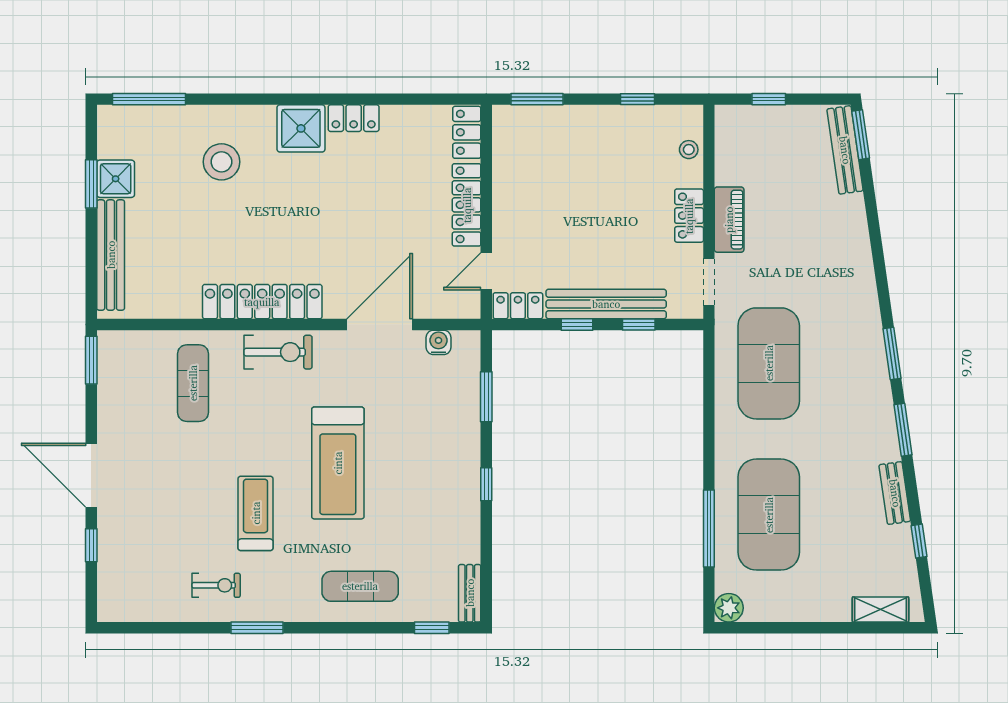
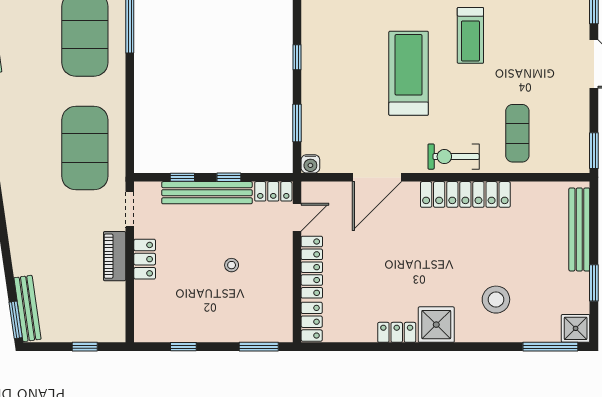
stool: (689, 150) -> (232, 265), moved
shower: (116, 179) -> (576, 328), moved
water cooler: (438, 342) -> (310, 164), moved

